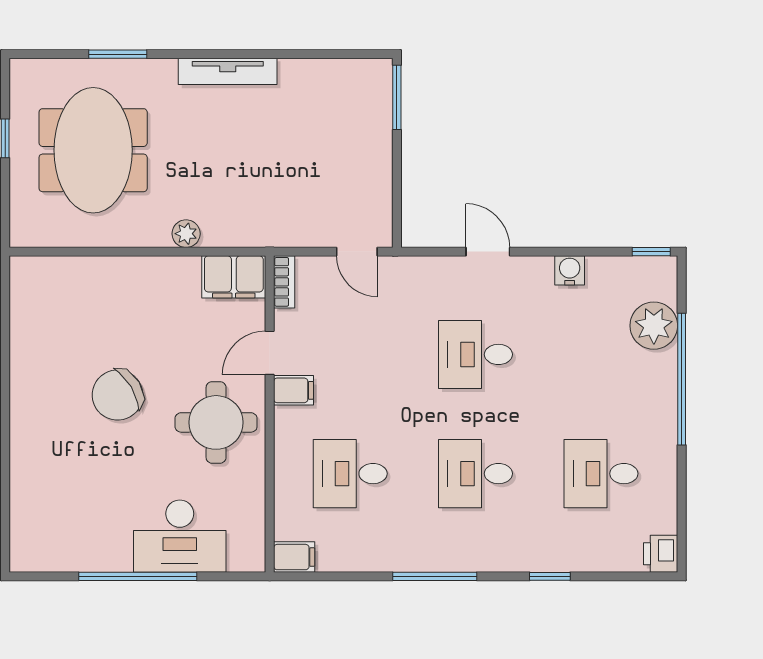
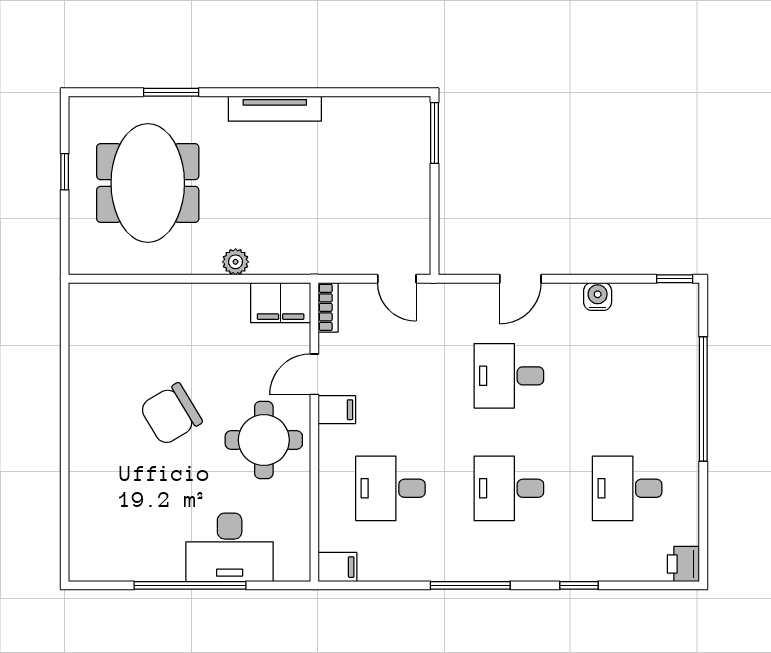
door: (488, 252) -> (520, 279), swing flipped
plant: (654, 326) -> (677, 349), removed

